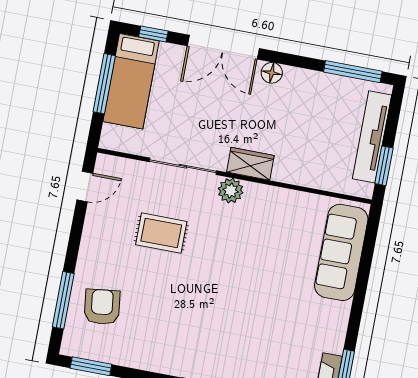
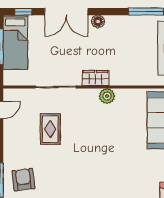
plant: (231, 191) -> (107, 96), moved
rug: (161, 233) -> (50, 129), turned 90

